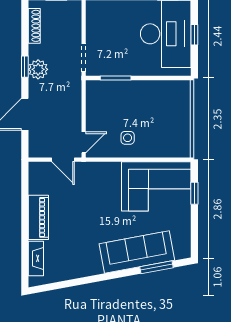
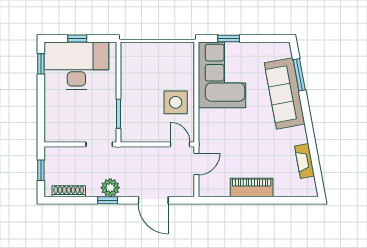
side table: (128, 138) -> (176, 102), width x1.87, depth x1.87
fireplace: (36, 258) -> (305, 161), moved, turned -100

